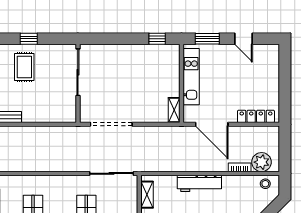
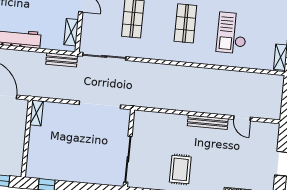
kitchen unit: (191, 77) -> (17, 144), removed
bench: (154, 166) -> (62, 60), added

